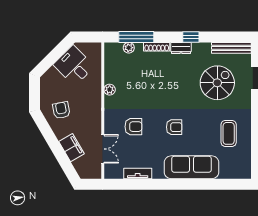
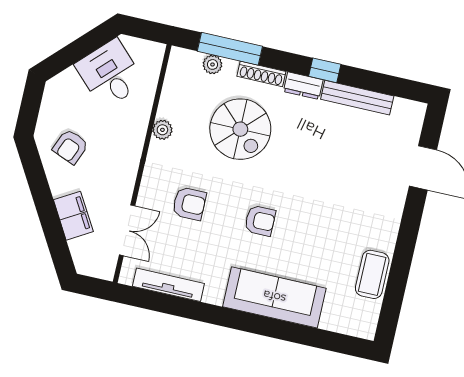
bench: (231, 48) -> (357, 98), moved
spiral stairs: (217, 83) -> (240, 129), moved, turned 90
armchair: (61, 110) -> (70, 147), turned -147
coffee table: (229, 133) -> (372, 274), moved
tv unit: (138, 174) -> (168, 285), width x1.41

